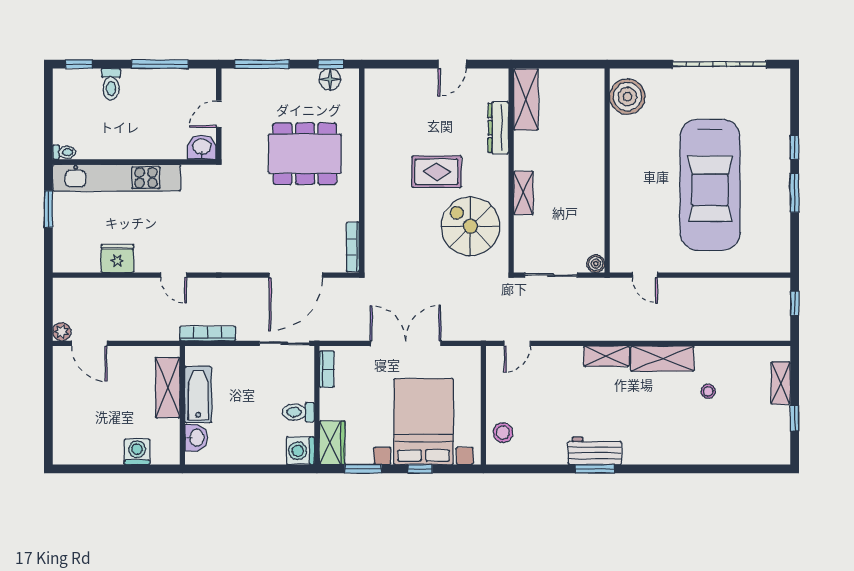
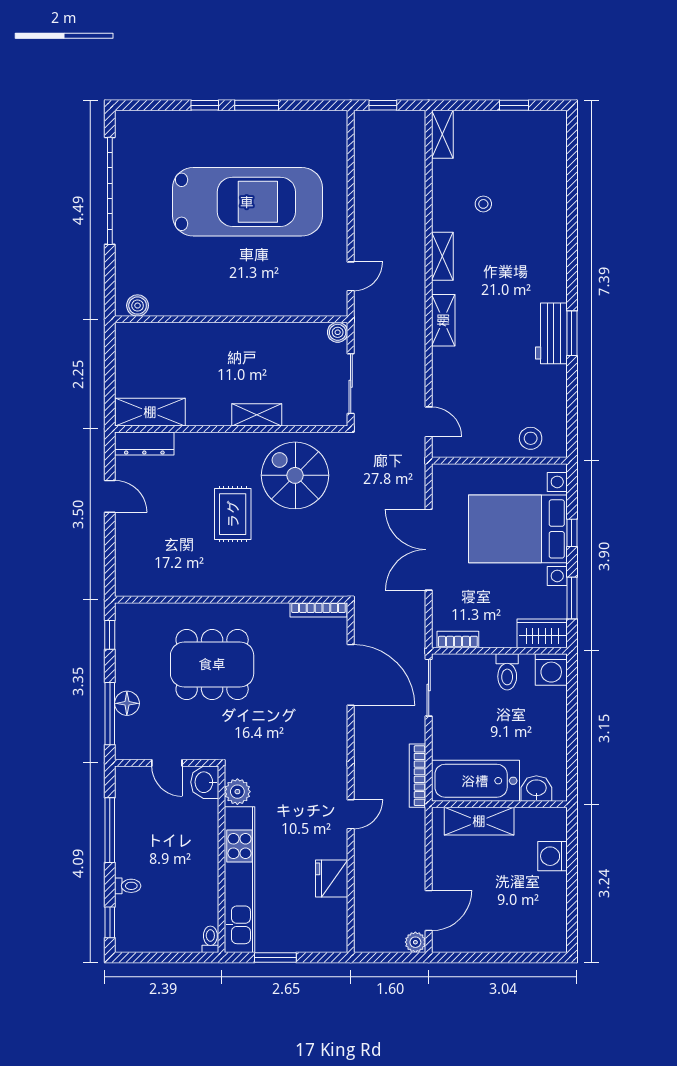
floor lamp: (330, 79) -> (127, 703), moved
toilet: (111, 84) -> (128, 886), width x0.73, depth x0.72
boiler: (627, 97) -> (138, 306), width x0.54, depth x0.54
dresser: (498, 128) -> (144, 443), moved
dining table: (305, 154) -> (212, 664), turned 90
plant: (194, 176) -> (237, 792), added
spiral stairs: (470, 226) -> (295, 475), turned 90
shelving: (662, 359) -> (442, 256), width x0.67, depth x0.75
shelving: (781, 383) -> (442, 134), moved, turned 90
bathtub: (198, 395) -> (475, 781), width x1.36, depth x1.36

